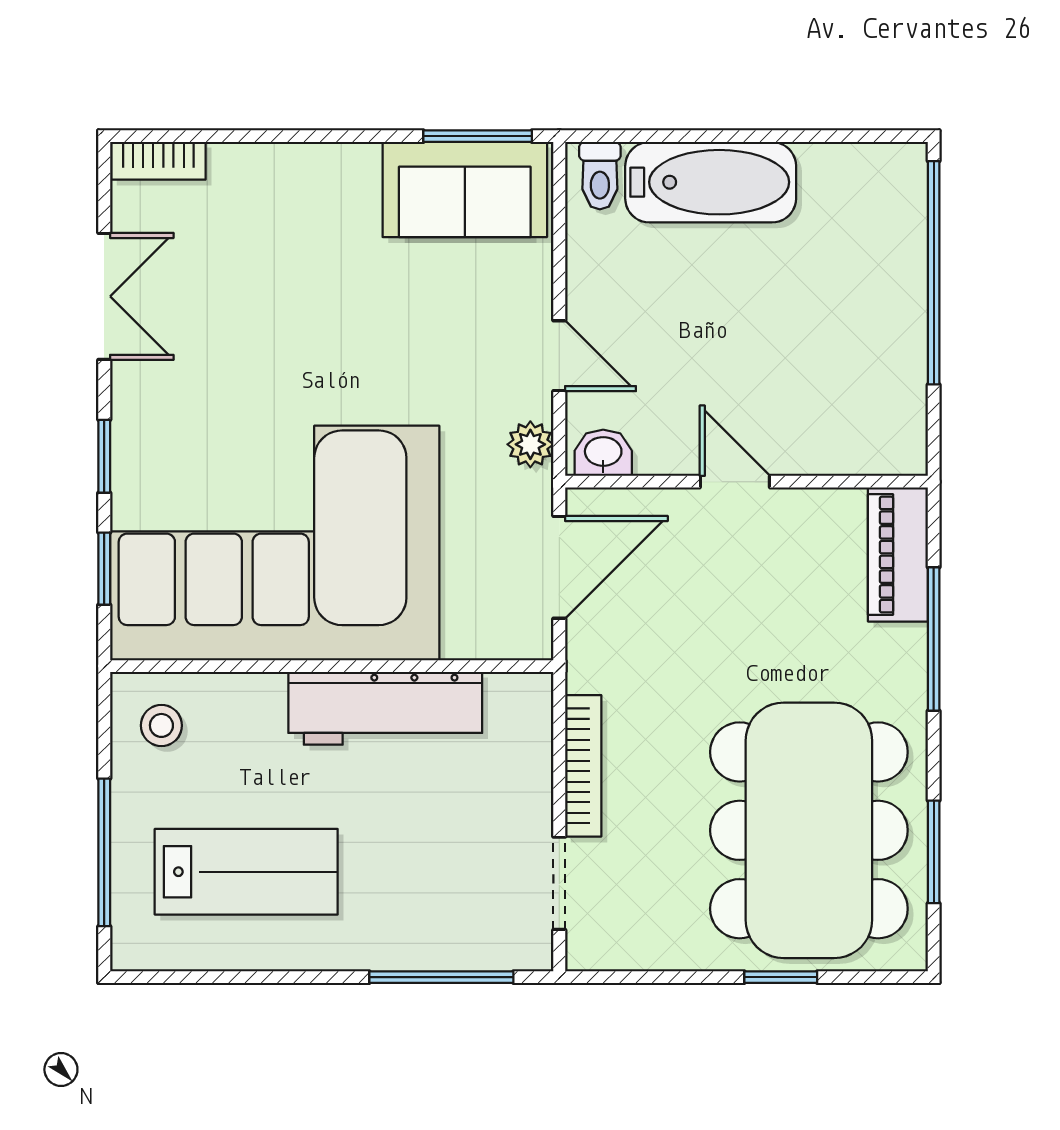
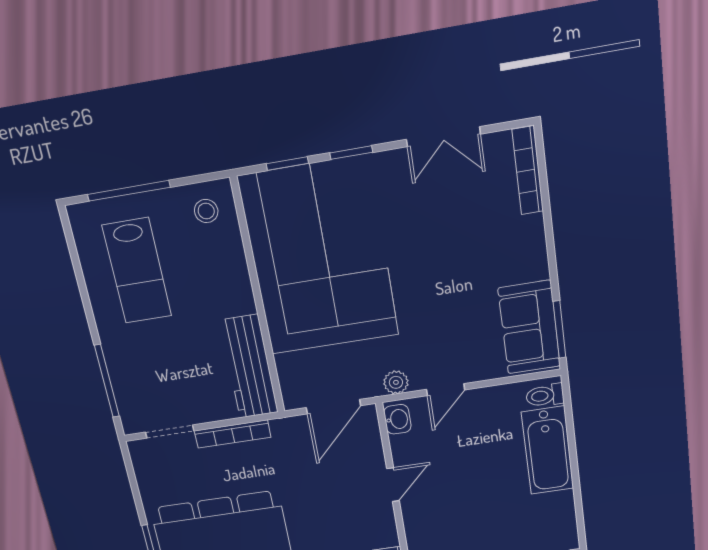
bookcase: (158, 161) -> (528, 171), width x1.56
door: (559, 567) -> (333, 407), hinge flipped
workbench: (385, 708) -> (249, 367), moved

